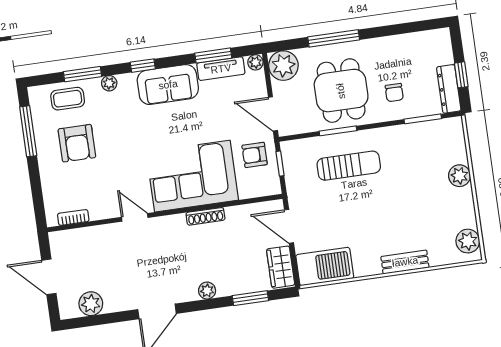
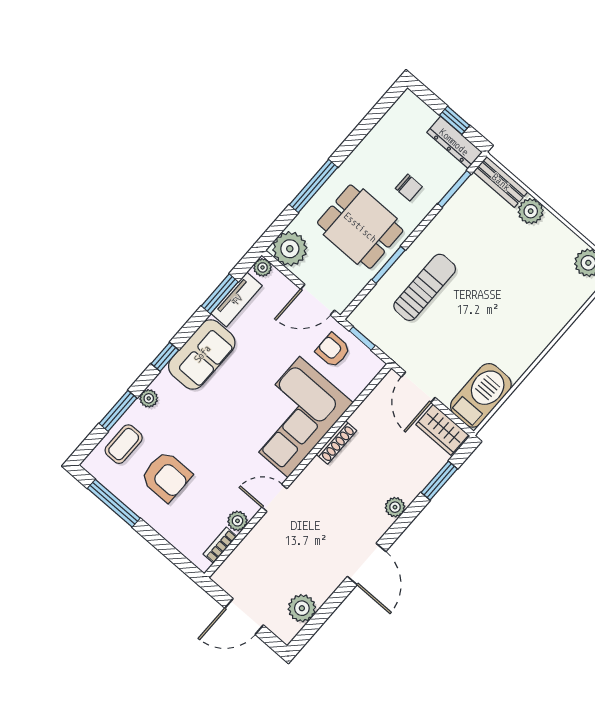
armchair: (255, 155) -> (333, 350), turned 90
plant: (98, 212) -> (237, 521), added
door: (289, 226) -> (418, 387), hinge flipped
bench: (405, 262) -> (501, 182), moved, turned 90

